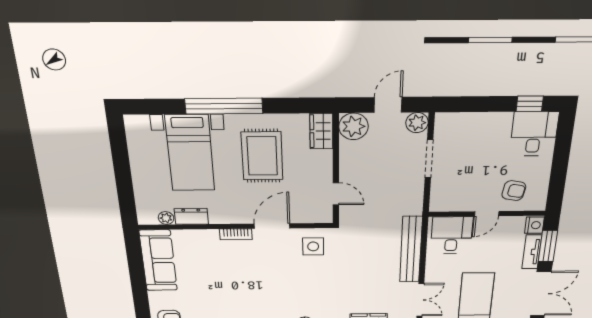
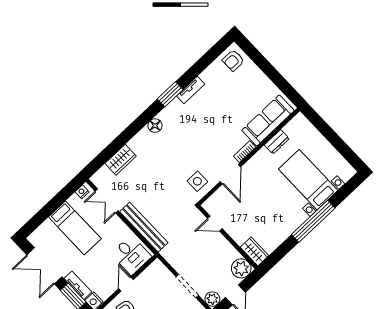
rug: (262, 156) -> (271, 211), removed
plant: (166, 218) -> (289, 129), removed
sofa: (158, 261) -> (268, 120), moved, turned 90

